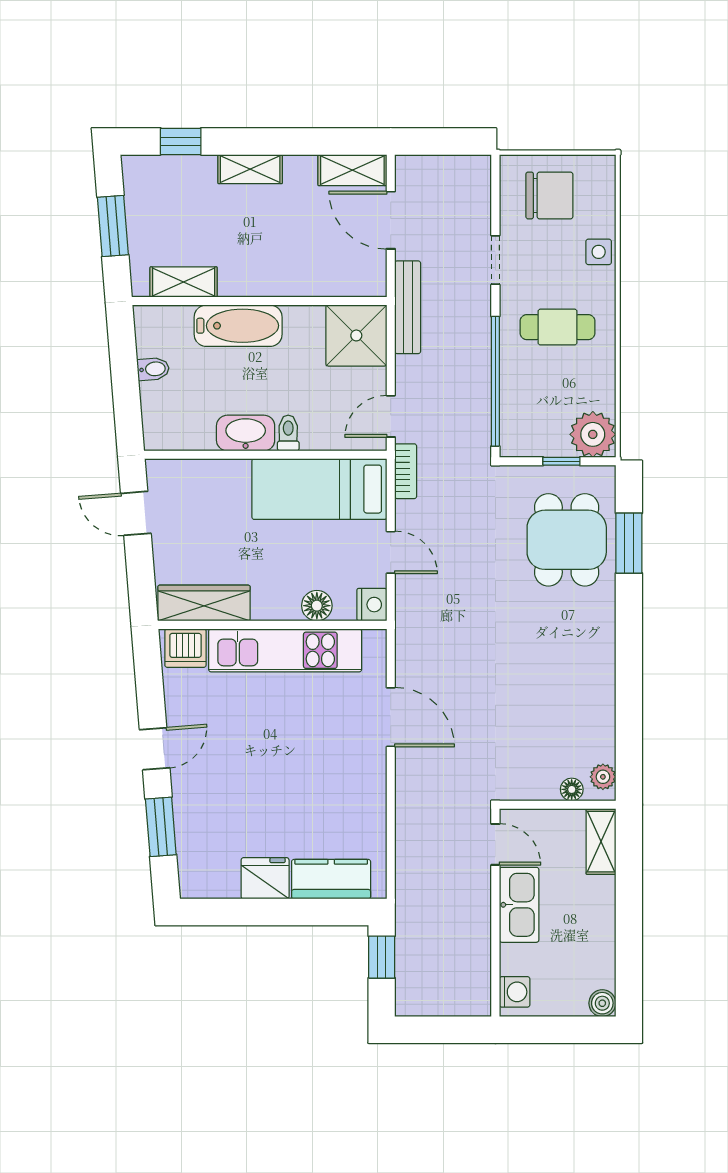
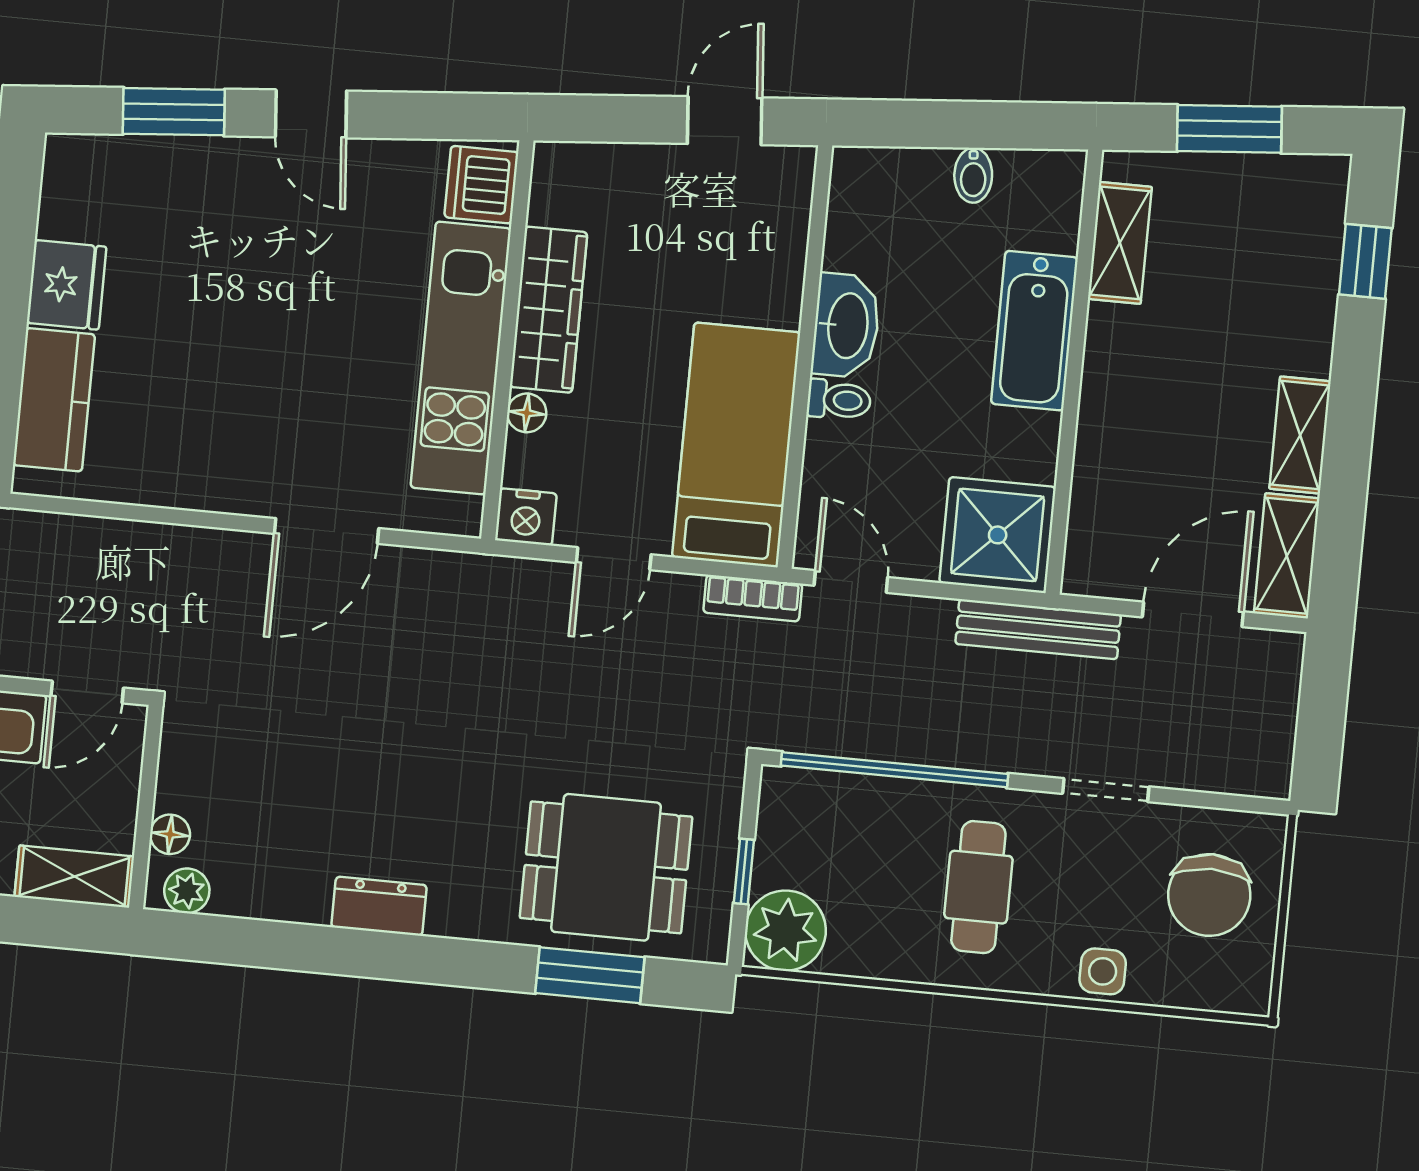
shelving: (250, 169) -> (1300, 435), moved
wardrobe: (204, 603) -> (548, 310), moved
floor lamp: (317, 606) -> (527, 413), width x0.73, depth x0.73
dresser: (601, 667) -> (379, 906), added

